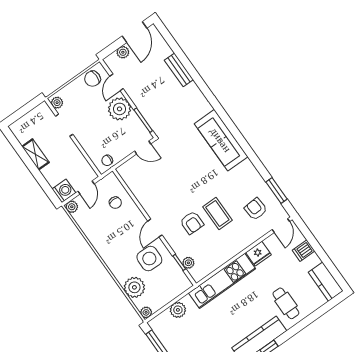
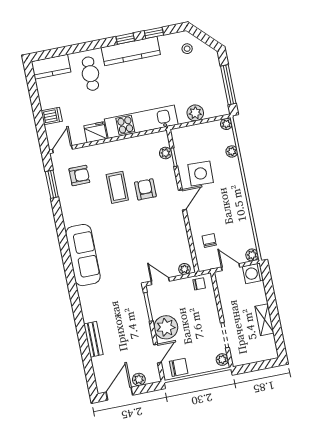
plant: (126, 168) -> (184, 269), added
door: (86, 188) -> (231, 267), hinge flipped
armchair: (256, 209) -> (79, 176), turned -86
kitchen counter: (326, 282) -> (51, 67), moved, turned 90
plant: (134, 287) -> (232, 151), width x0.53, depth x0.53

